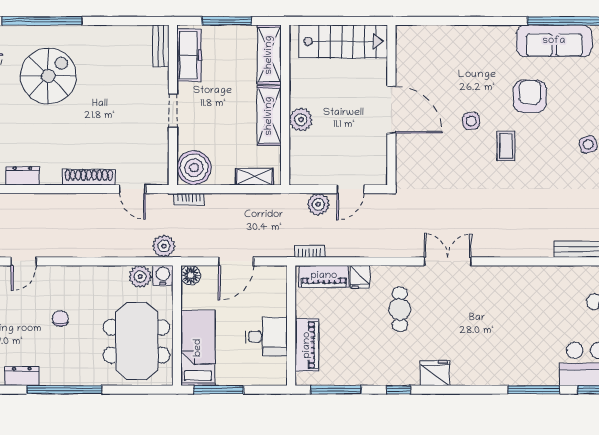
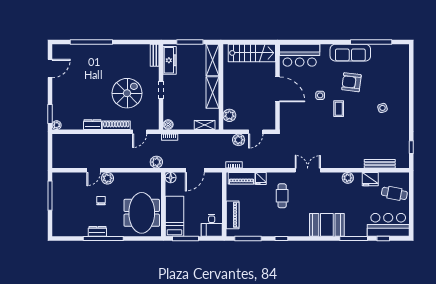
sofa: (554, 41) -> (350, 53), moved
bar counter: (433, 46) -> (300, 55), added
spiral stairs: (48, 76) -> (127, 93), moved
armchair: (530, 96) -> (351, 82), turned -83
plant: (301, 120) -> (229, 115), moved
boiler: (194, 168) -> (168, 124), width x0.54, depth x0.54
dresser: (23, 176) -> (92, 125), moved
door: (133, 189) -> (140, 132), hinge flipped
door: (24, 261) -> (94, 170), moved
water cooler: (163, 275) -> (156, 178), removed
plant: (523, 276) -> (348, 178), added
plant: (140, 277) -> (107, 178), moved
desk: (266, 337) -> (212, 225), moved, turned 90
booth: (484, 364) -> (327, 225), added
fridge: (435, 373) -> (370, 179), moved, turned 180
dresser: (22, 376) -> (97, 231), moved

